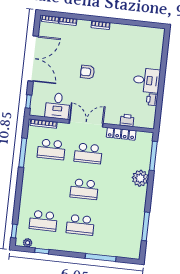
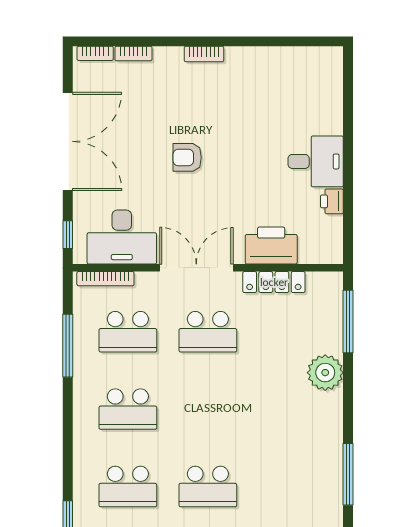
desk: (58, 106) -> (122, 237), width x1.37
printer: (127, 120) -> (271, 246), width x1.87, depth x1.48
school desk: (84, 189) -> (128, 409), moved

